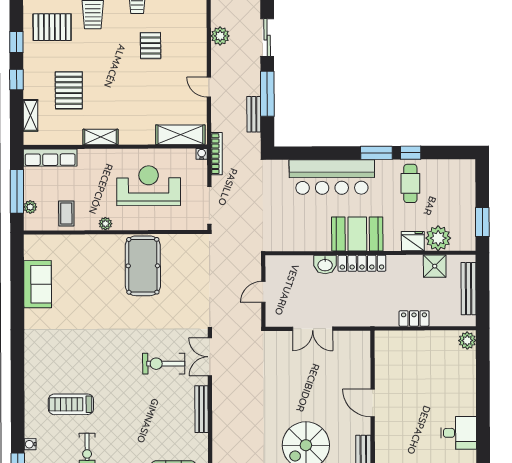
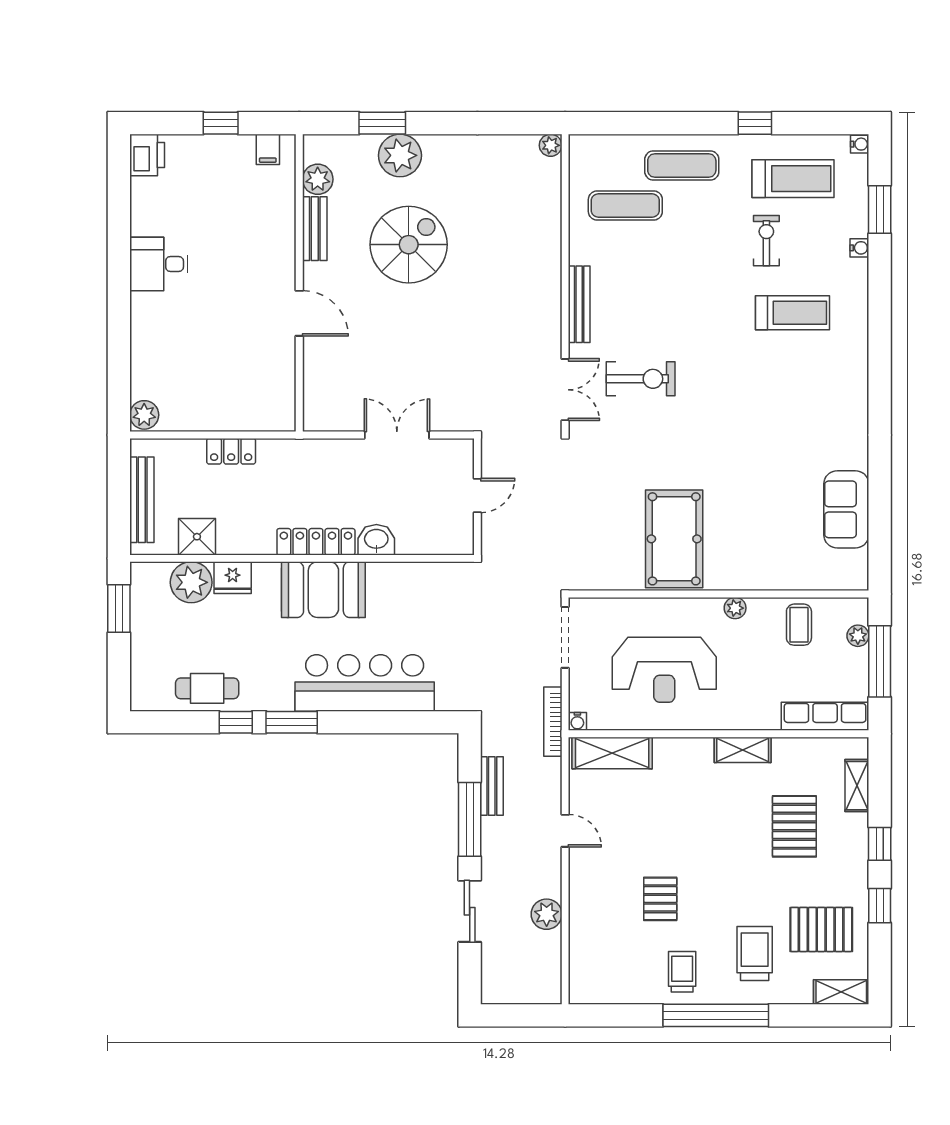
cafe table: (410, 183) -> (207, 688), moved, turned 90

